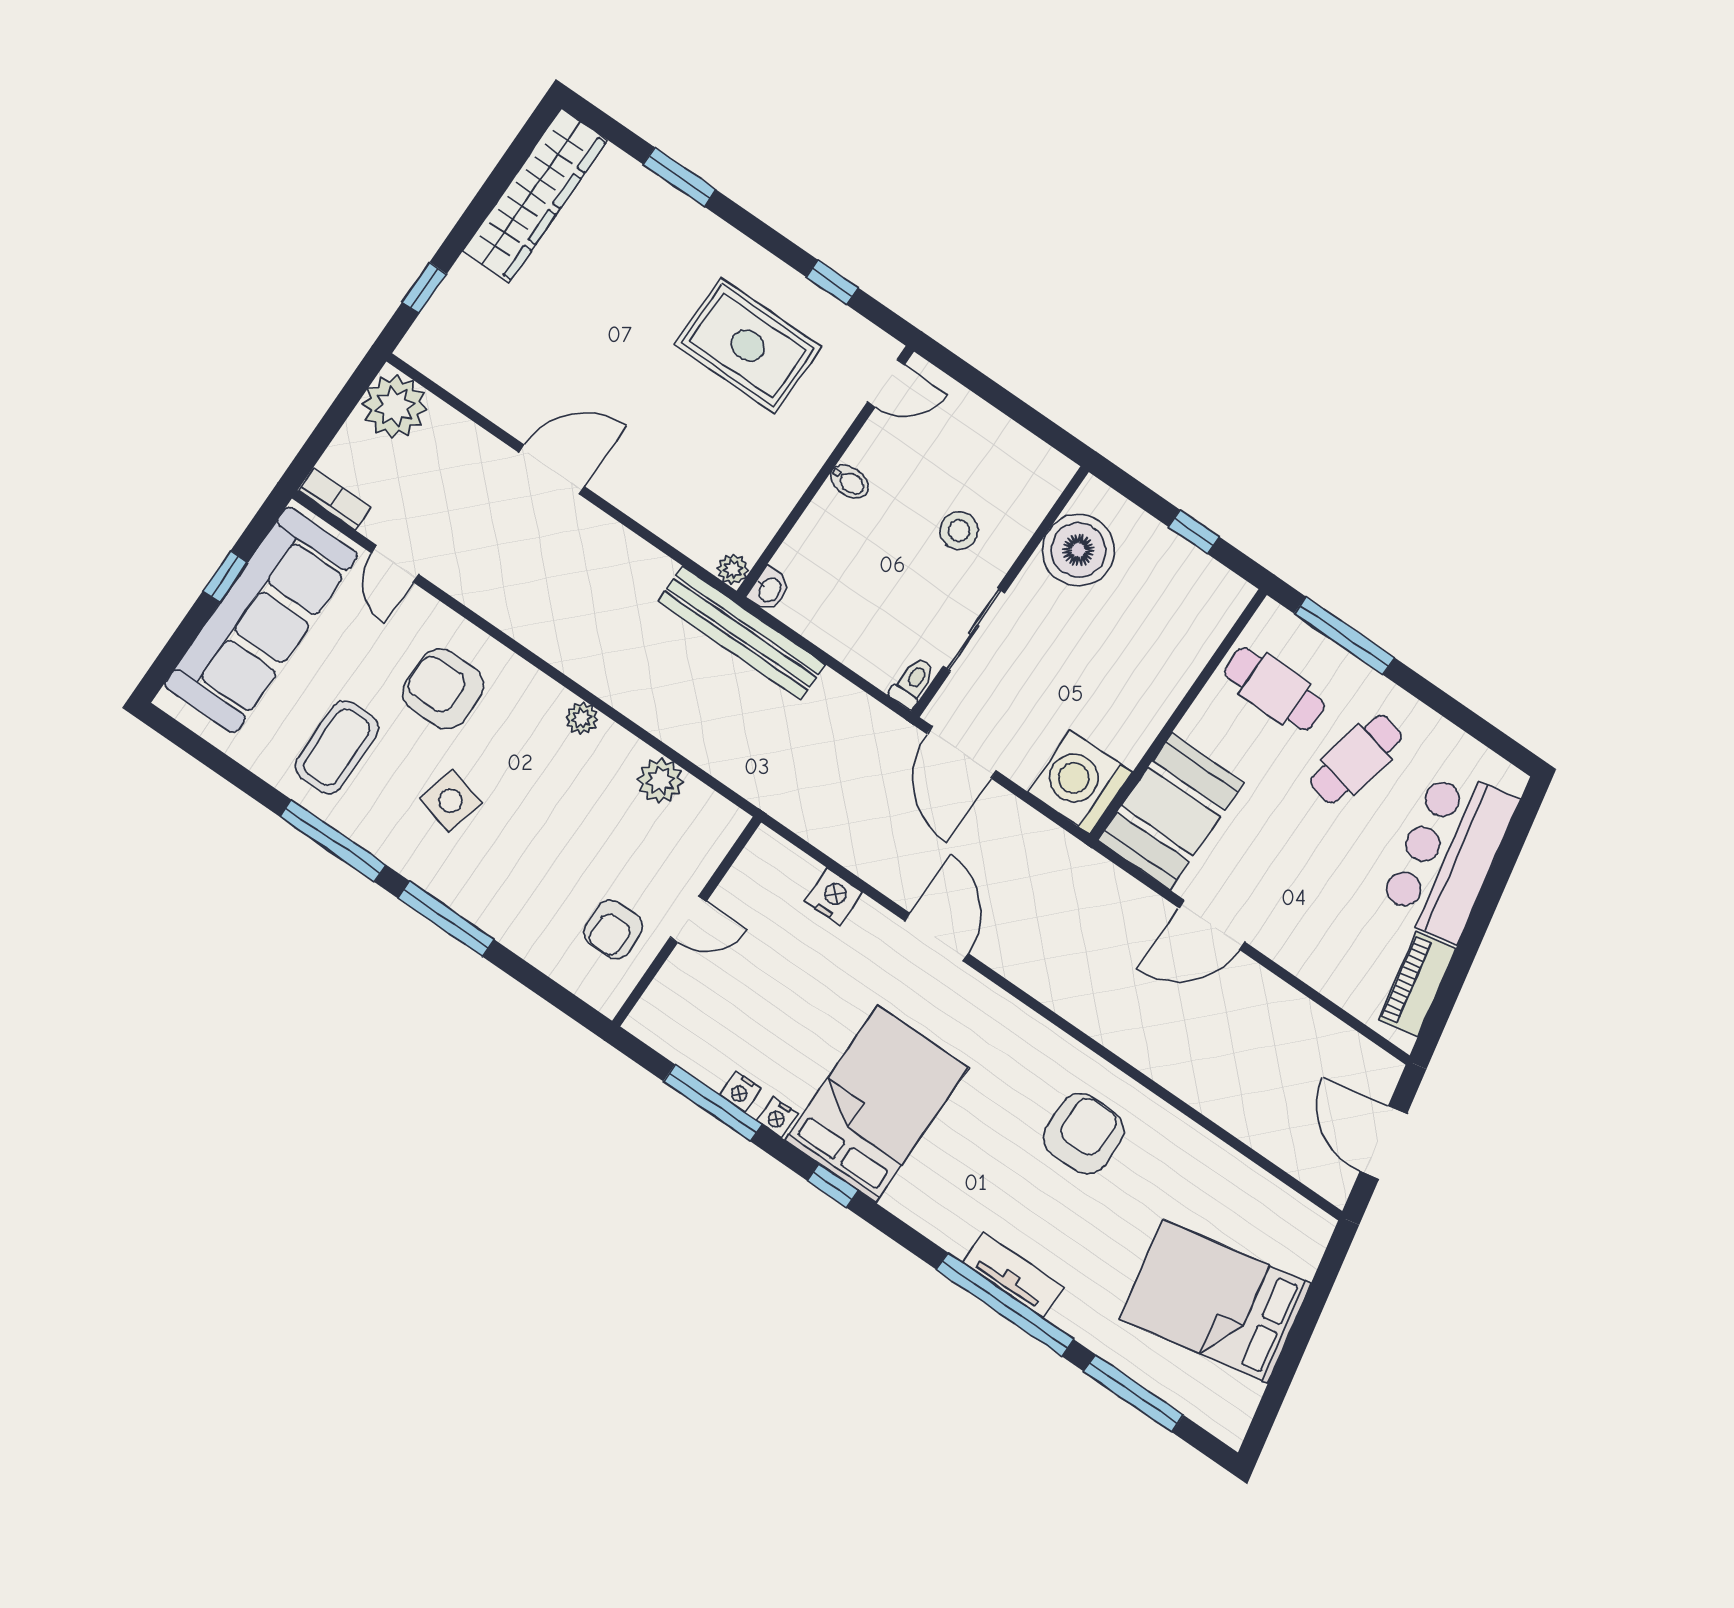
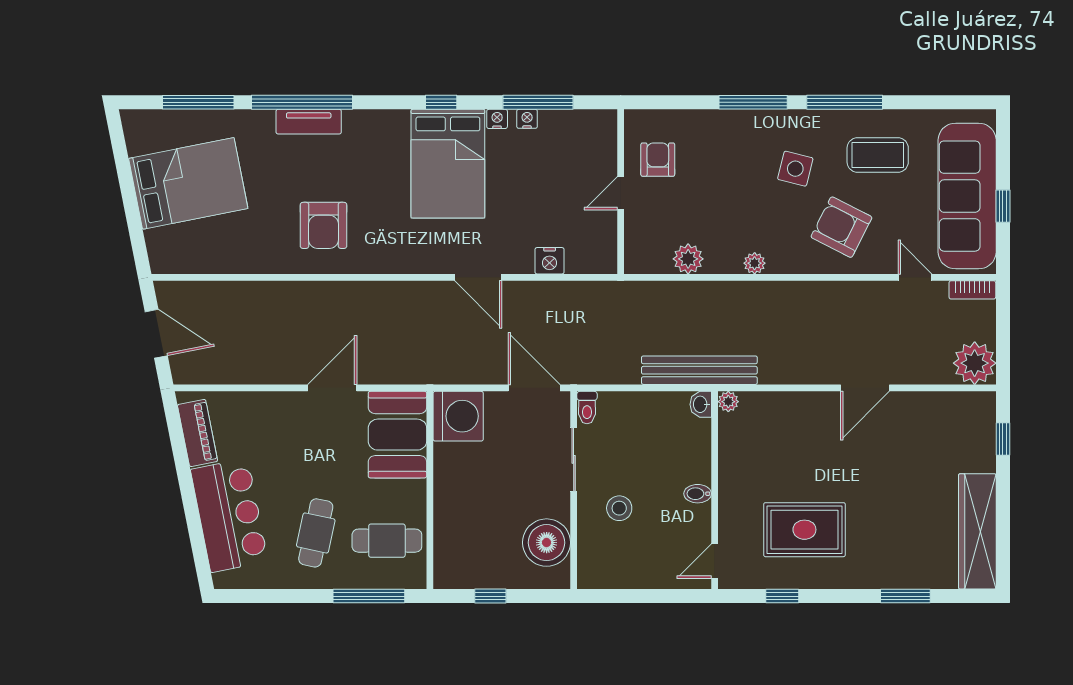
armchair: (443, 689) -> (841, 227), turned -153
coffee table: (337, 747) -> (878, 155), turned 90

